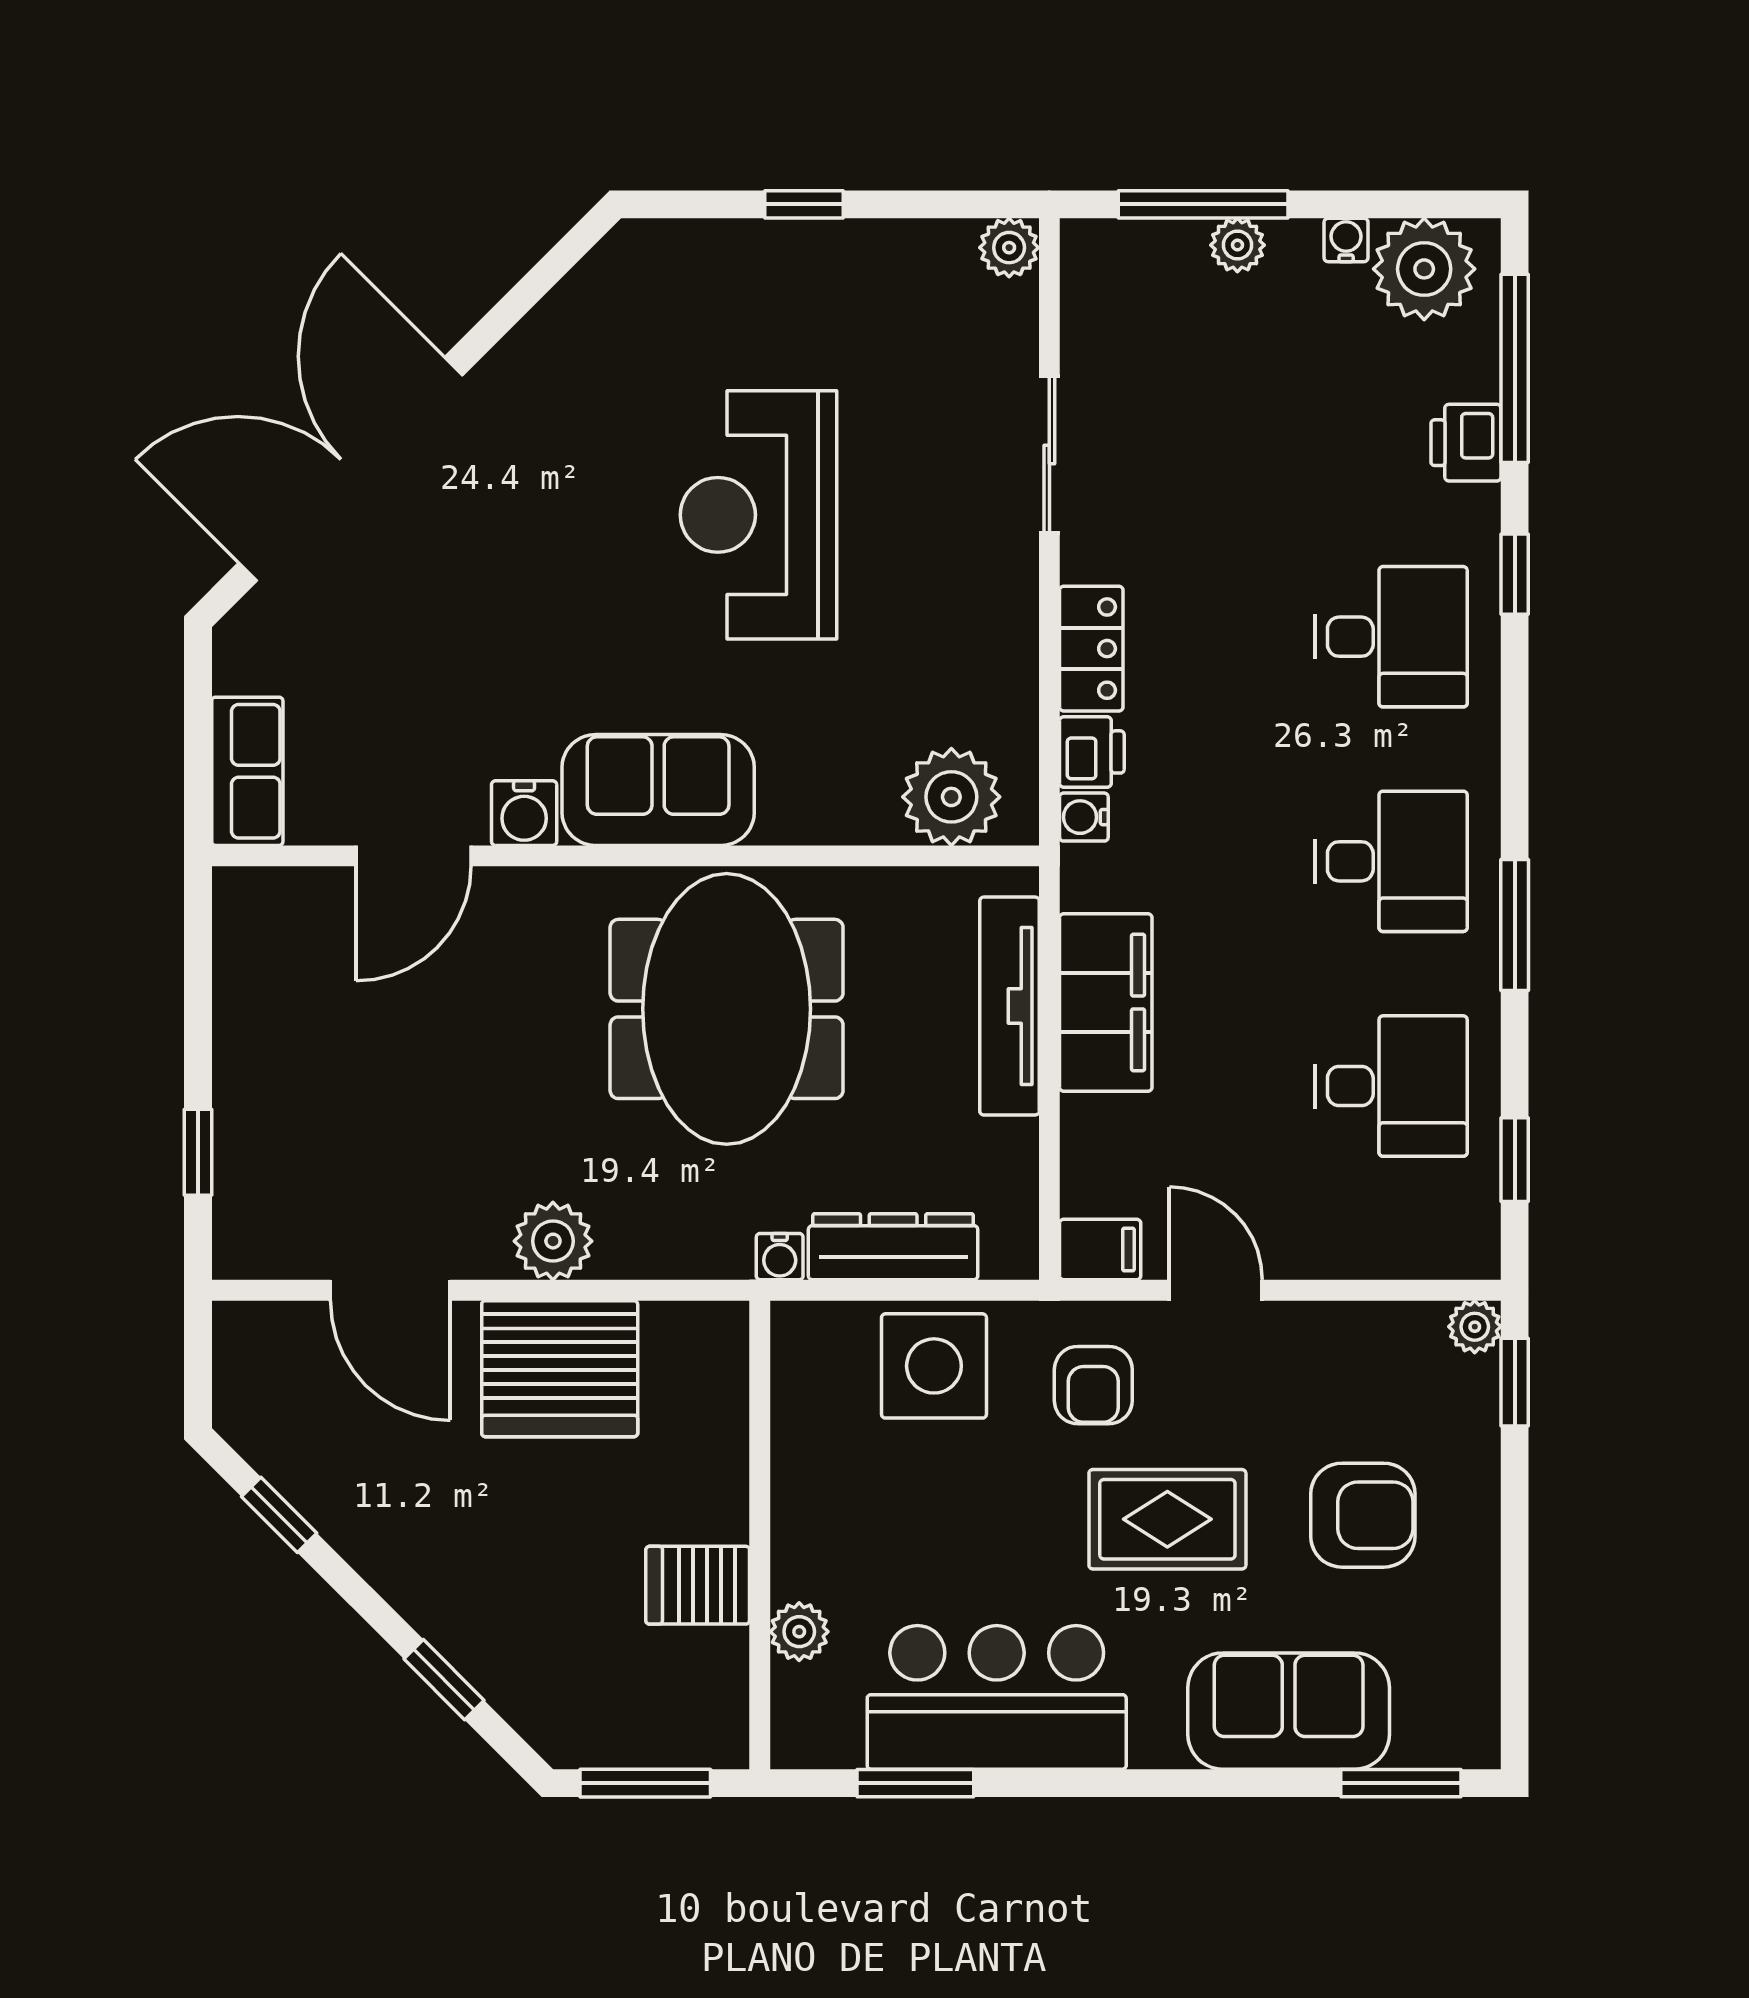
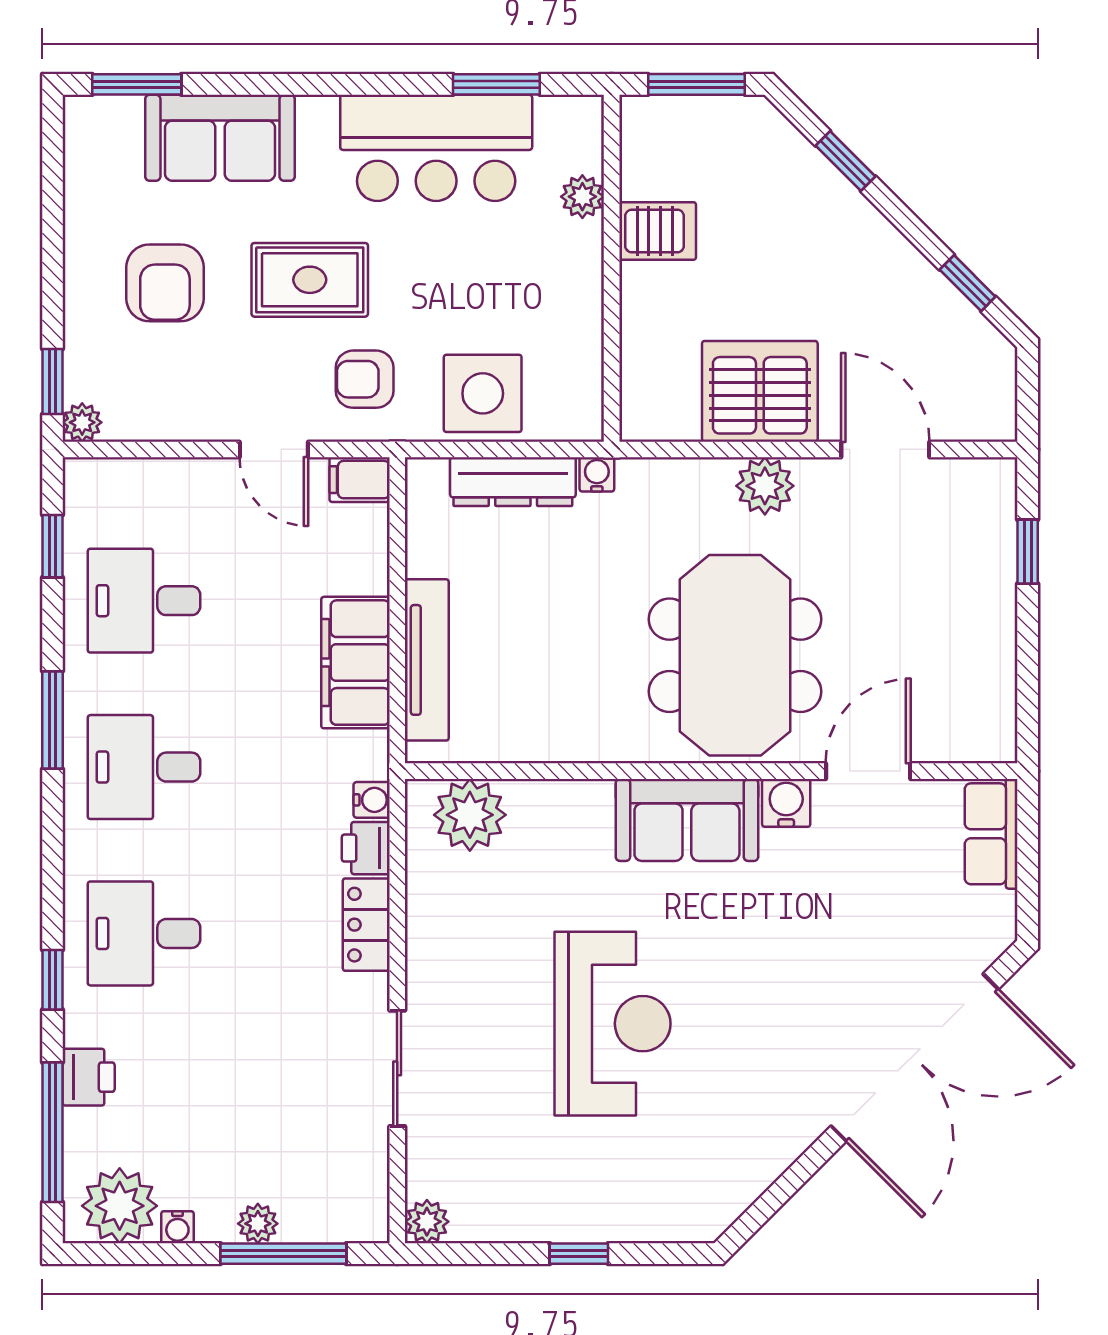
meeting table: (727, 1009) -> (735, 655), moved
armchair: (1093, 1385) -> (365, 379), turned -90
armchair: (1363, 1515) -> (165, 283), turned -90

